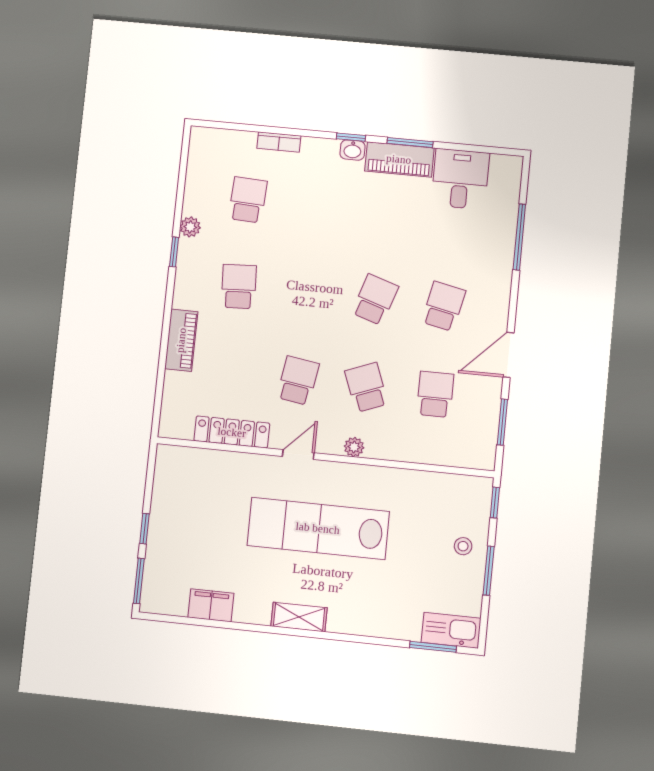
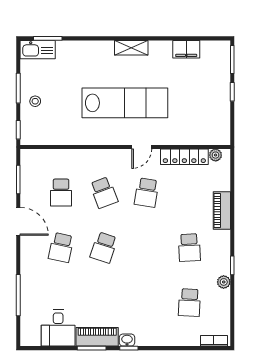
bookcase: (279, 142) -> (214, 341), moved
door: (509, 355) -> (18, 221), hinge flipped
plant: (354, 447) -> (216, 155), moved

